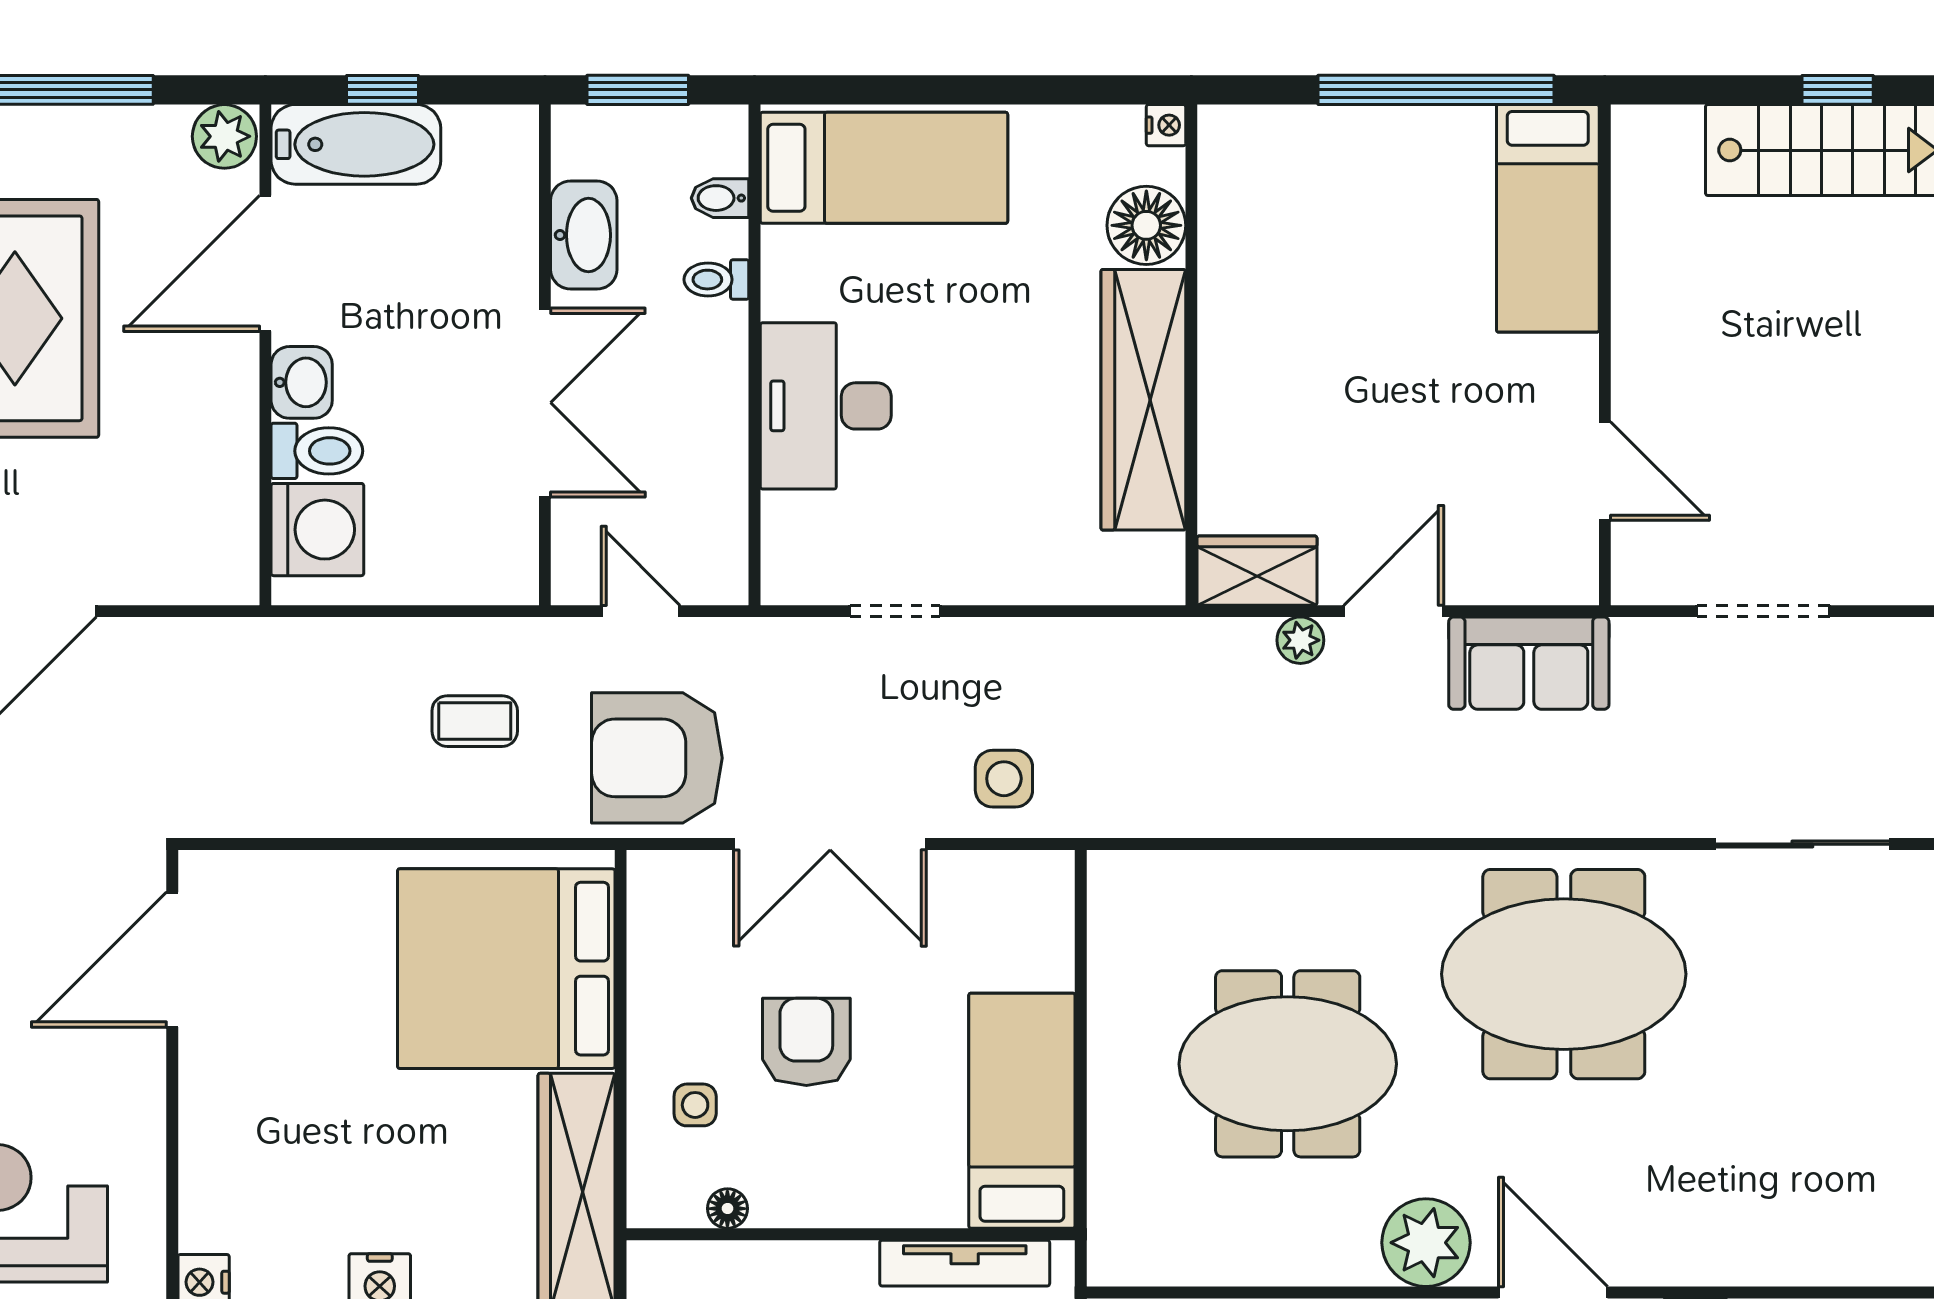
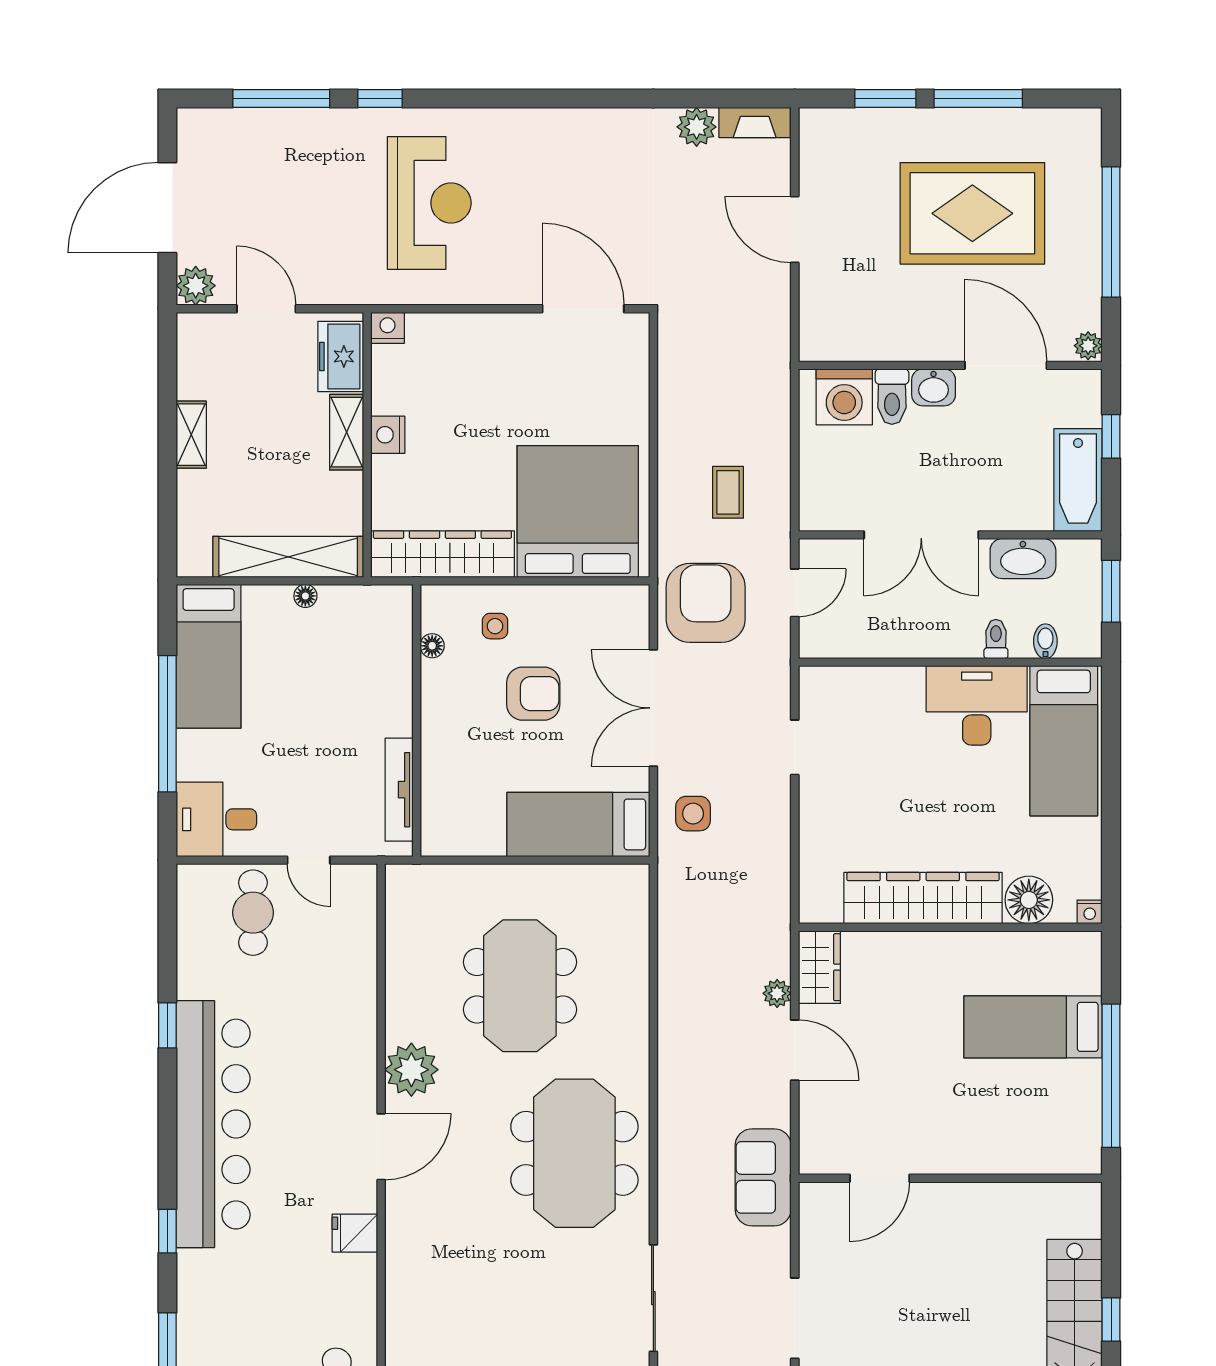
plant: (224, 136) -> (1088, 346), width x0.73, depth x0.73
bathtub: (356, 144) -> (1078, 480), moved
bed: (1548, 218) -> (1033, 1027), moved
desk: (826, 406) -> (977, 705), moved
doorway: (1763, 611) -> (795, 1318), moved
sofa: (1529, 663) -> (763, 1177), moved
bed: (1022, 1111) -> (578, 824), moved, turned 180

